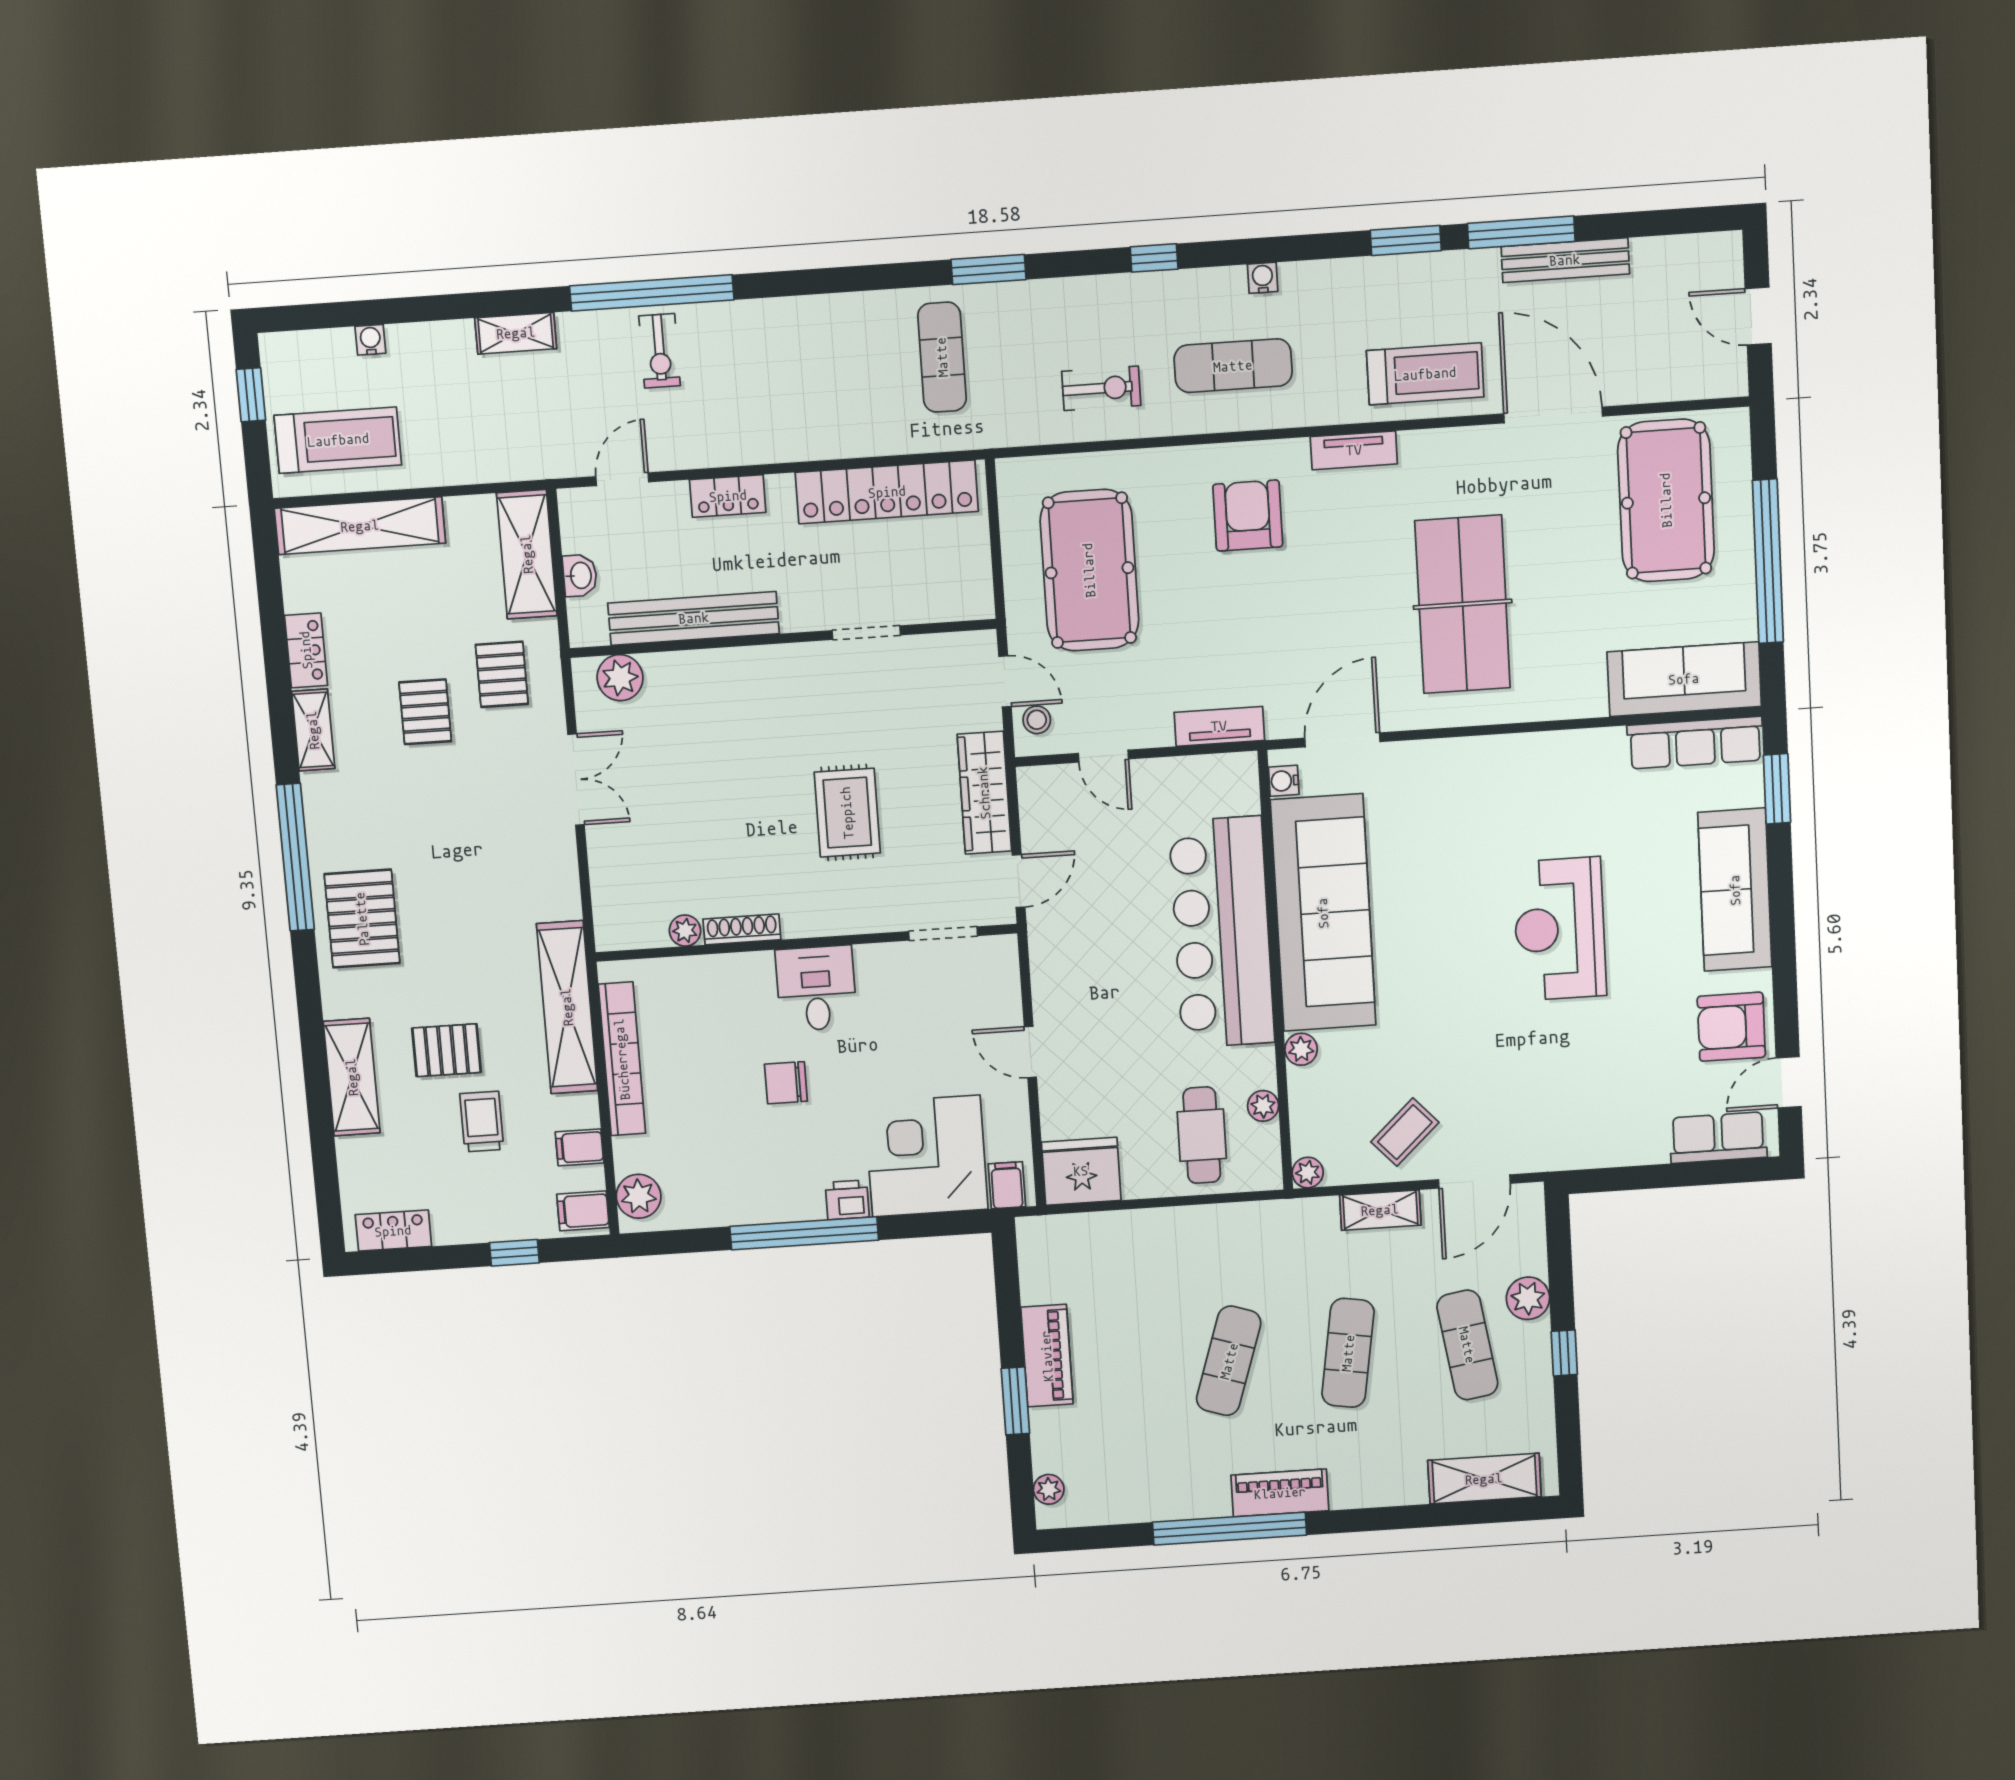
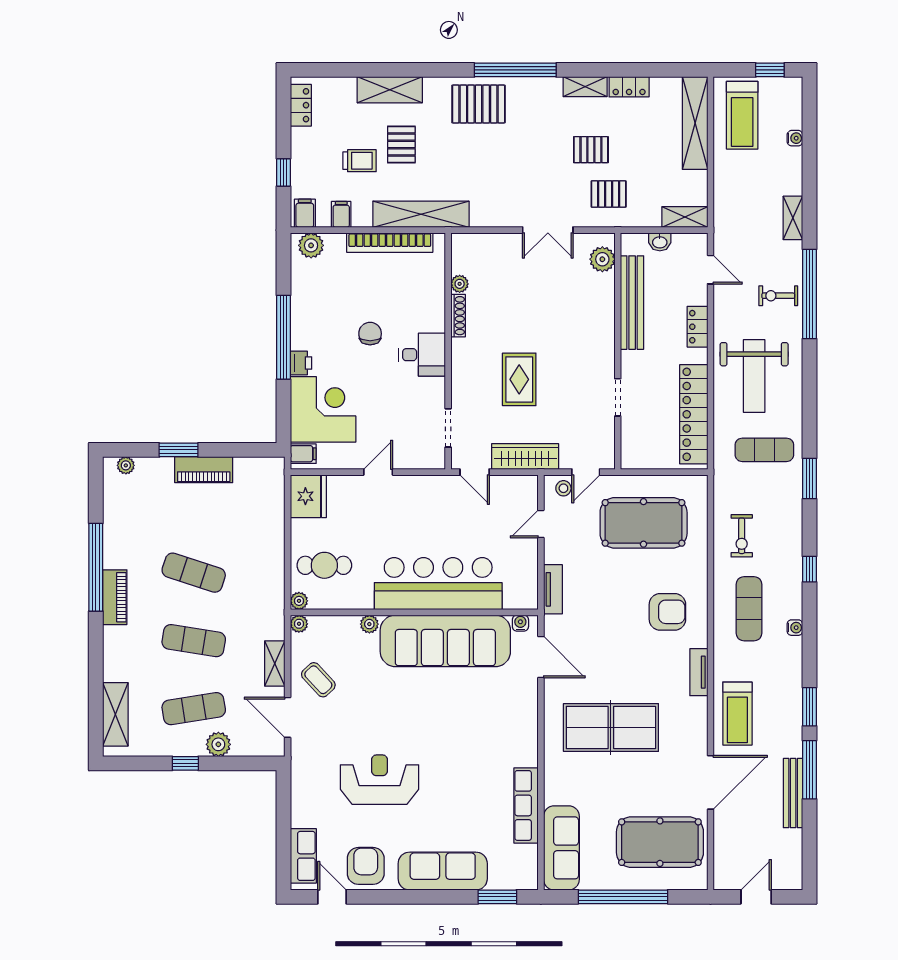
weight bench: (809, 385) -> (754, 376), added
shelving: (527, 554) -> (685, 217), width x0.67, depth x0.75
row of seats: (1695, 743) -> (526, 805), moved
rug: (847, 813) -> (519, 379), turned 90
reception desk: (1560, 929) -> (380, 780), moved
plant: (1263, 1106) -> (299, 601), moved

